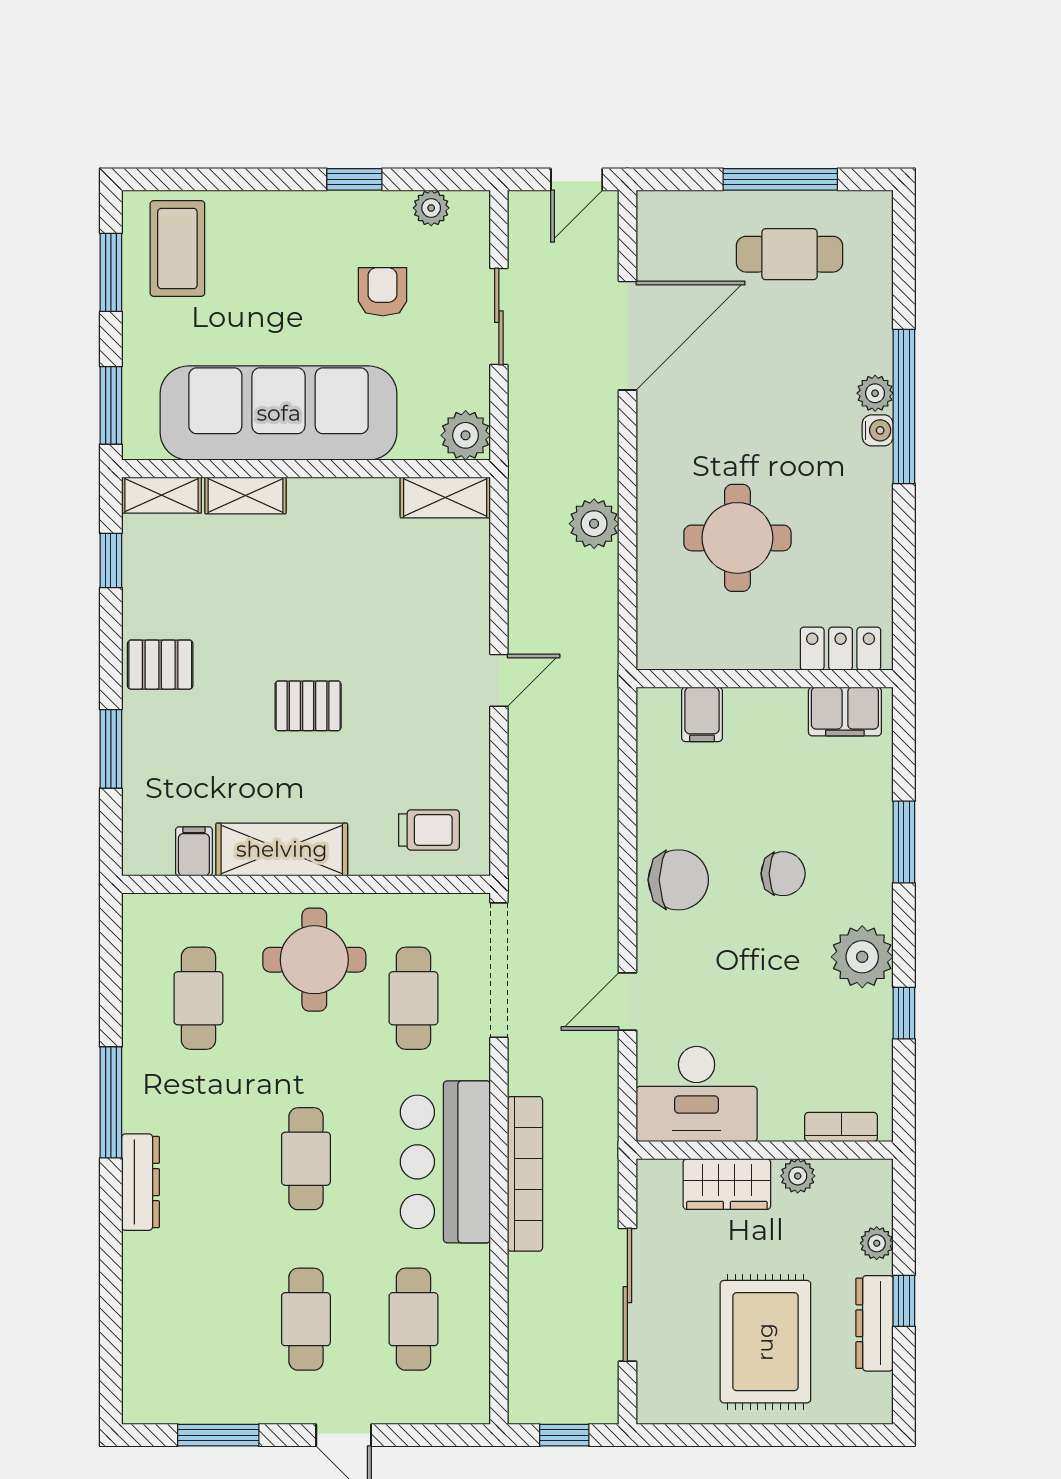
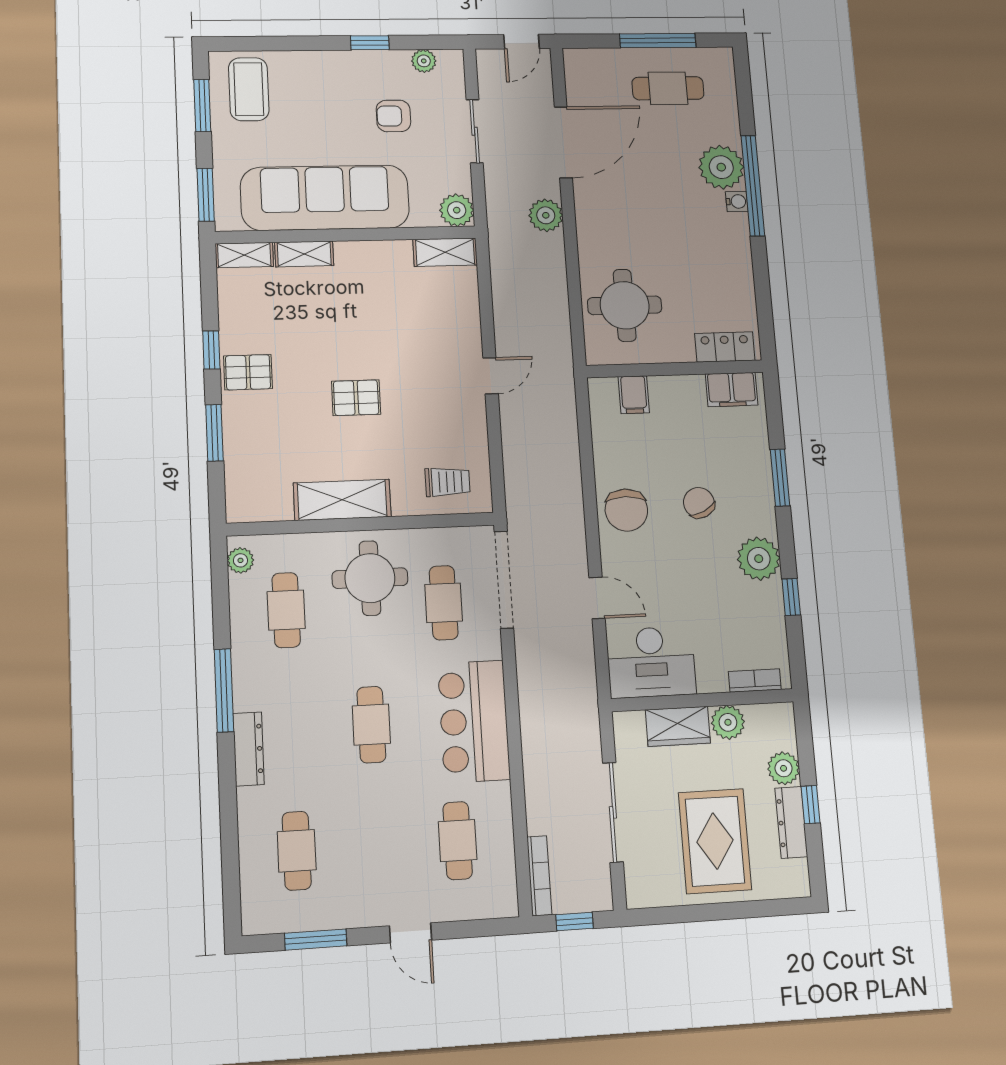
armchair: (383, 292) -> (393, 116), turned -90
plant: (875, 393) -> (721, 167), width x1.87, depth x1.87
plant: (594, 524) -> (546, 215), moved
round table: (737, 538) -> (625, 305), moved
window: (111, 561) -> (211, 350), moved
filing cabinet: (194, 851) -> (278, 504), removed
chair: (783, 874) -> (699, 503), turned -116
chair: (678, 880) -> (626, 510), turned 90
plant: (140, 927) -> (240, 560), added
door: (627, 1002) -> (597, 598), swing flipped
bookcase: (525, 1174) -> (539, 876), moved, width x0.68, depth x0.76
plant: (798, 1176) -> (728, 722), width x1.38, depth x1.38
plant: (877, 1243) -> (784, 768), width x1.38, depth x1.38
cafe table: (306, 1319) -> (297, 851), moved

